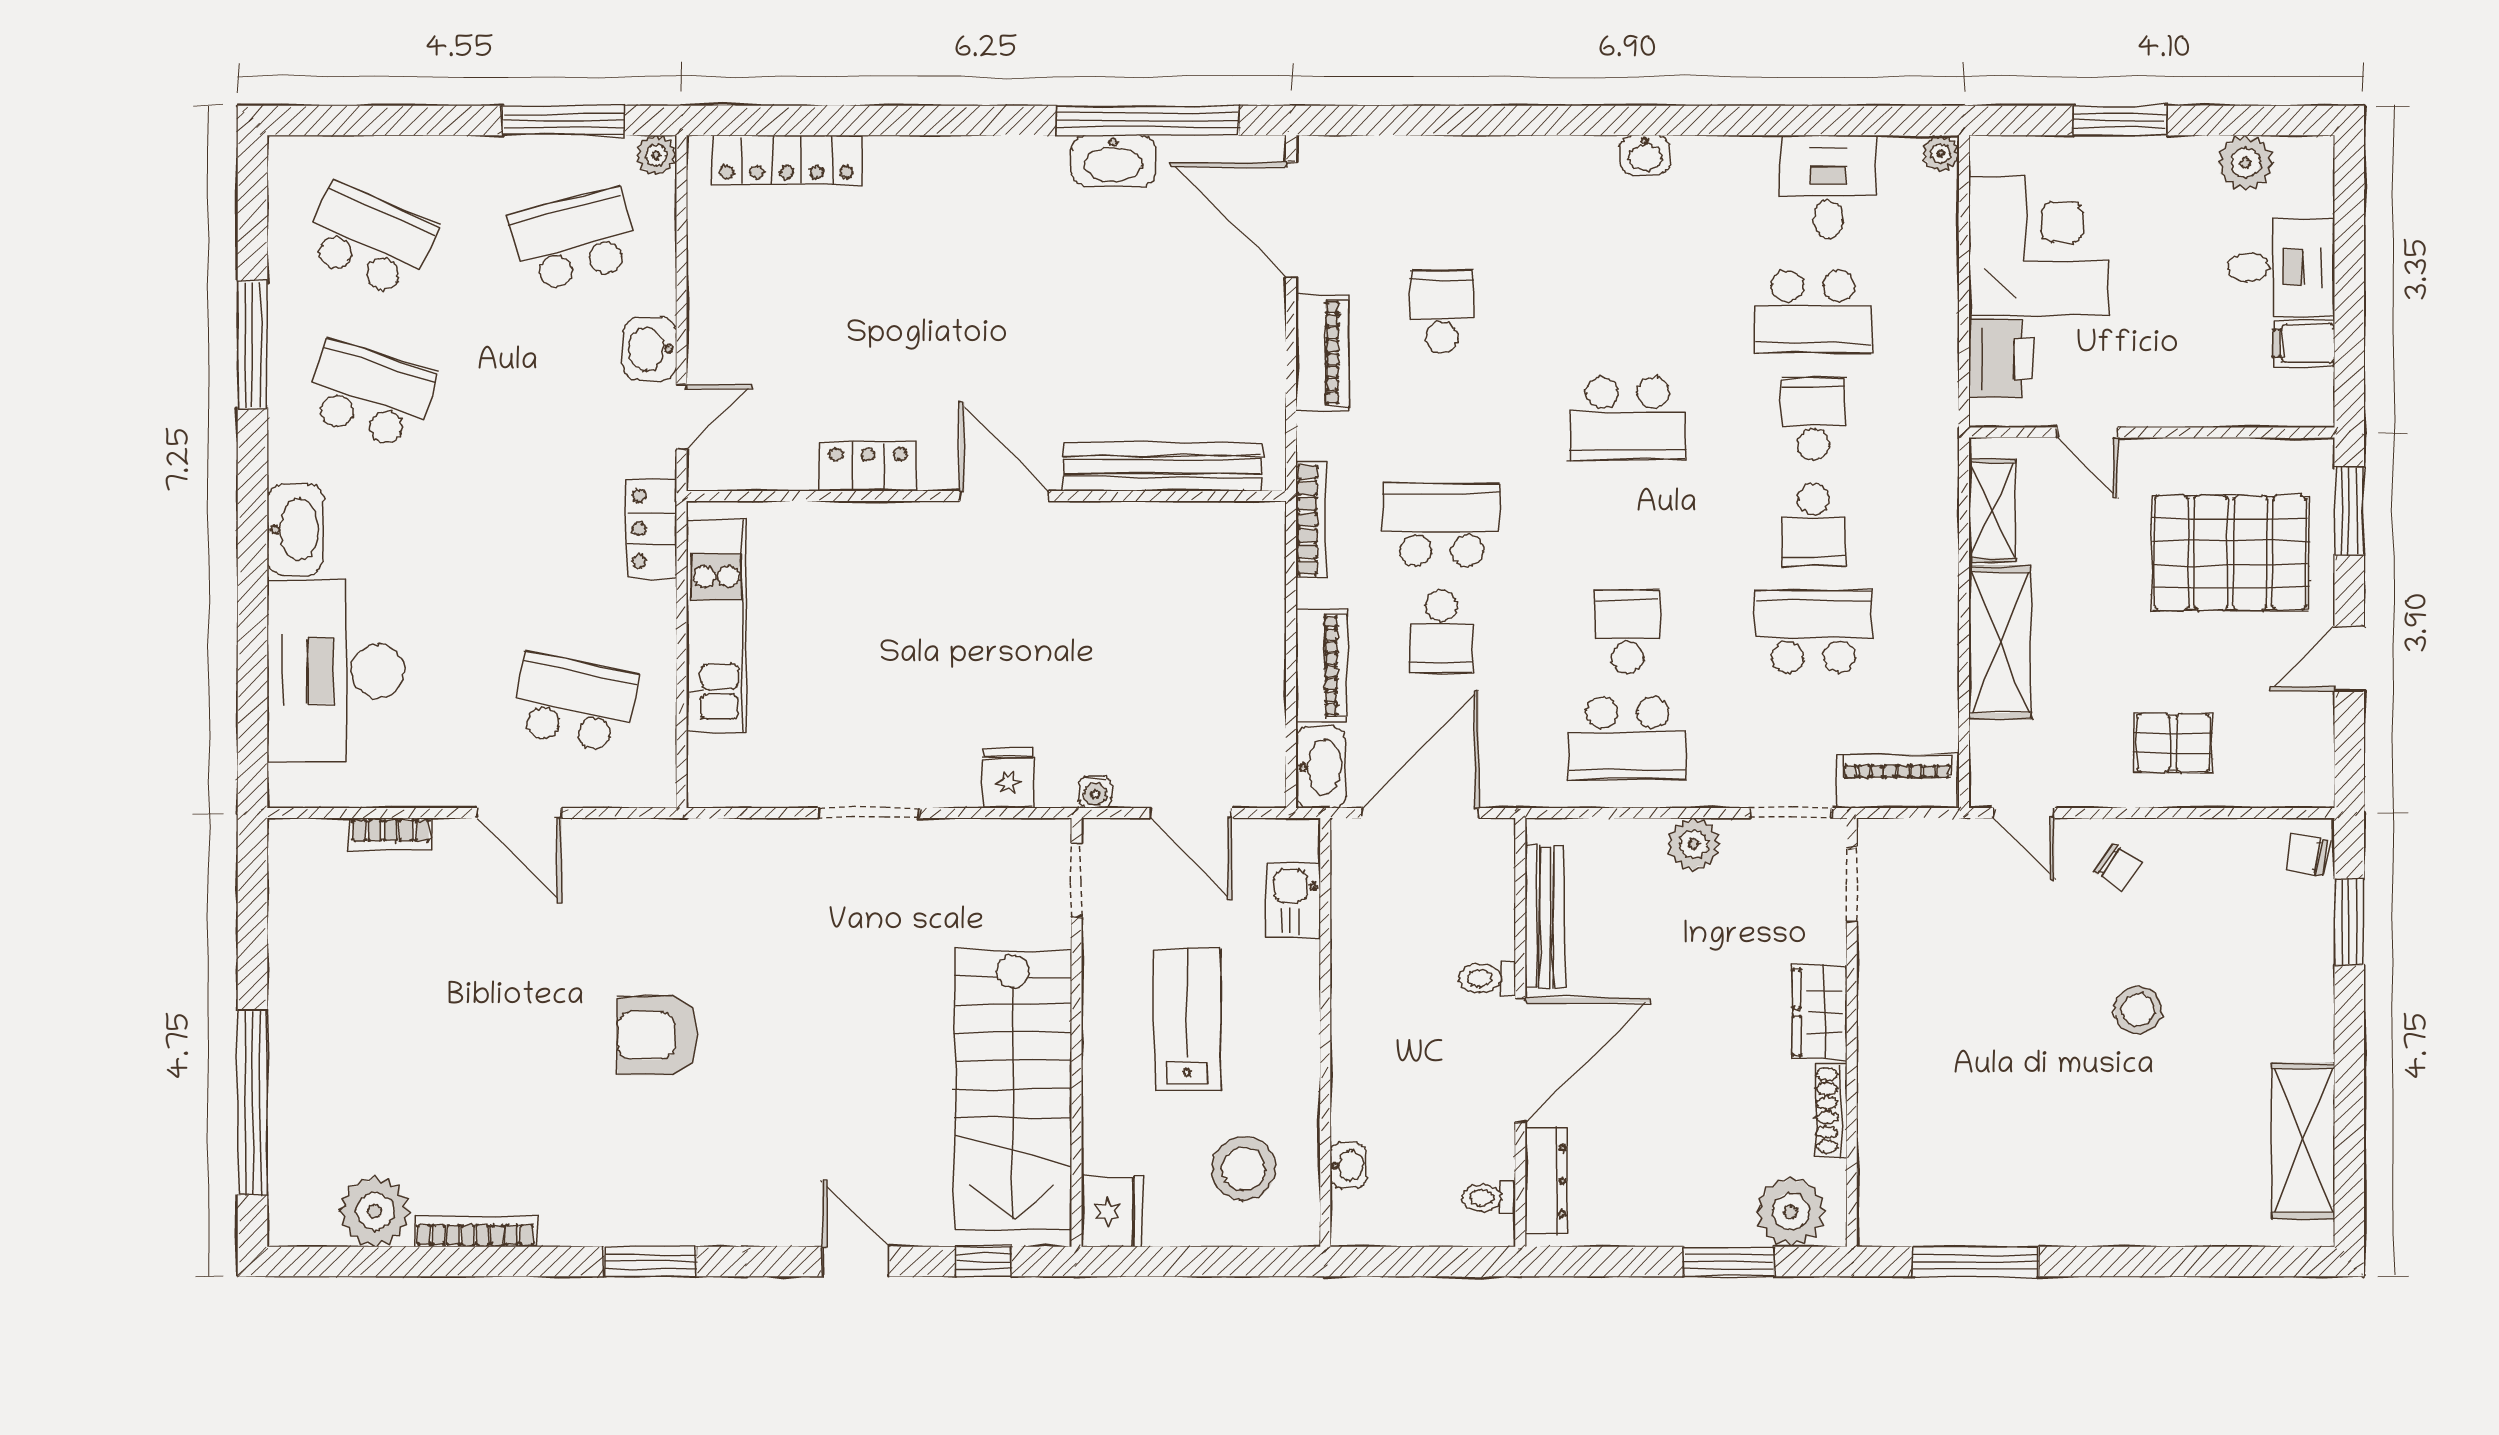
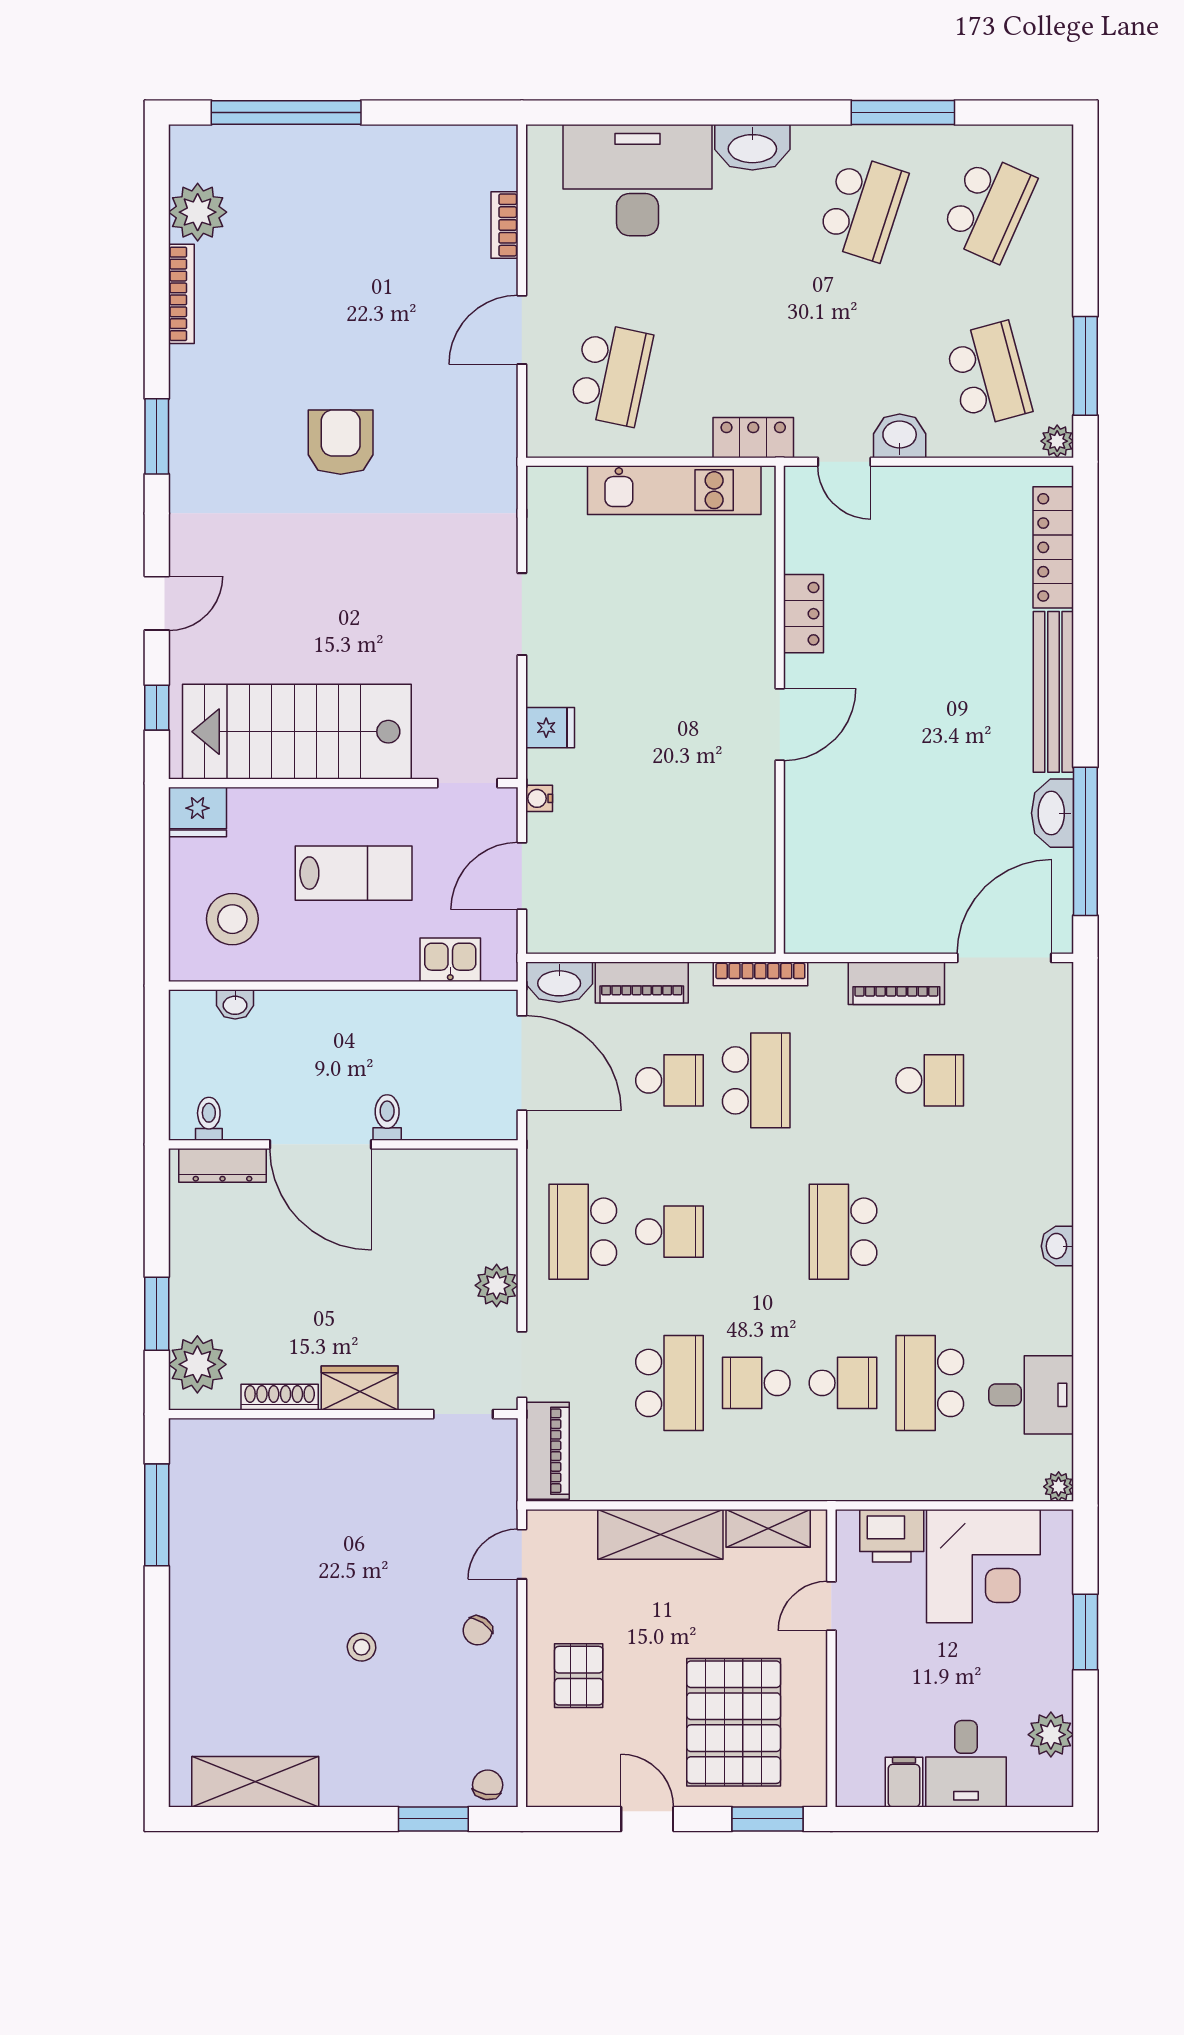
bench: (1163, 466) -> (1053, 692), moved
school desk: (1442, 631) -> (670, 1080), turned 180
bench: (1545, 917) -> (437, 1164), removed
stool: (2138, 1010) -> (362, 1647), width x0.73, depth x0.73

